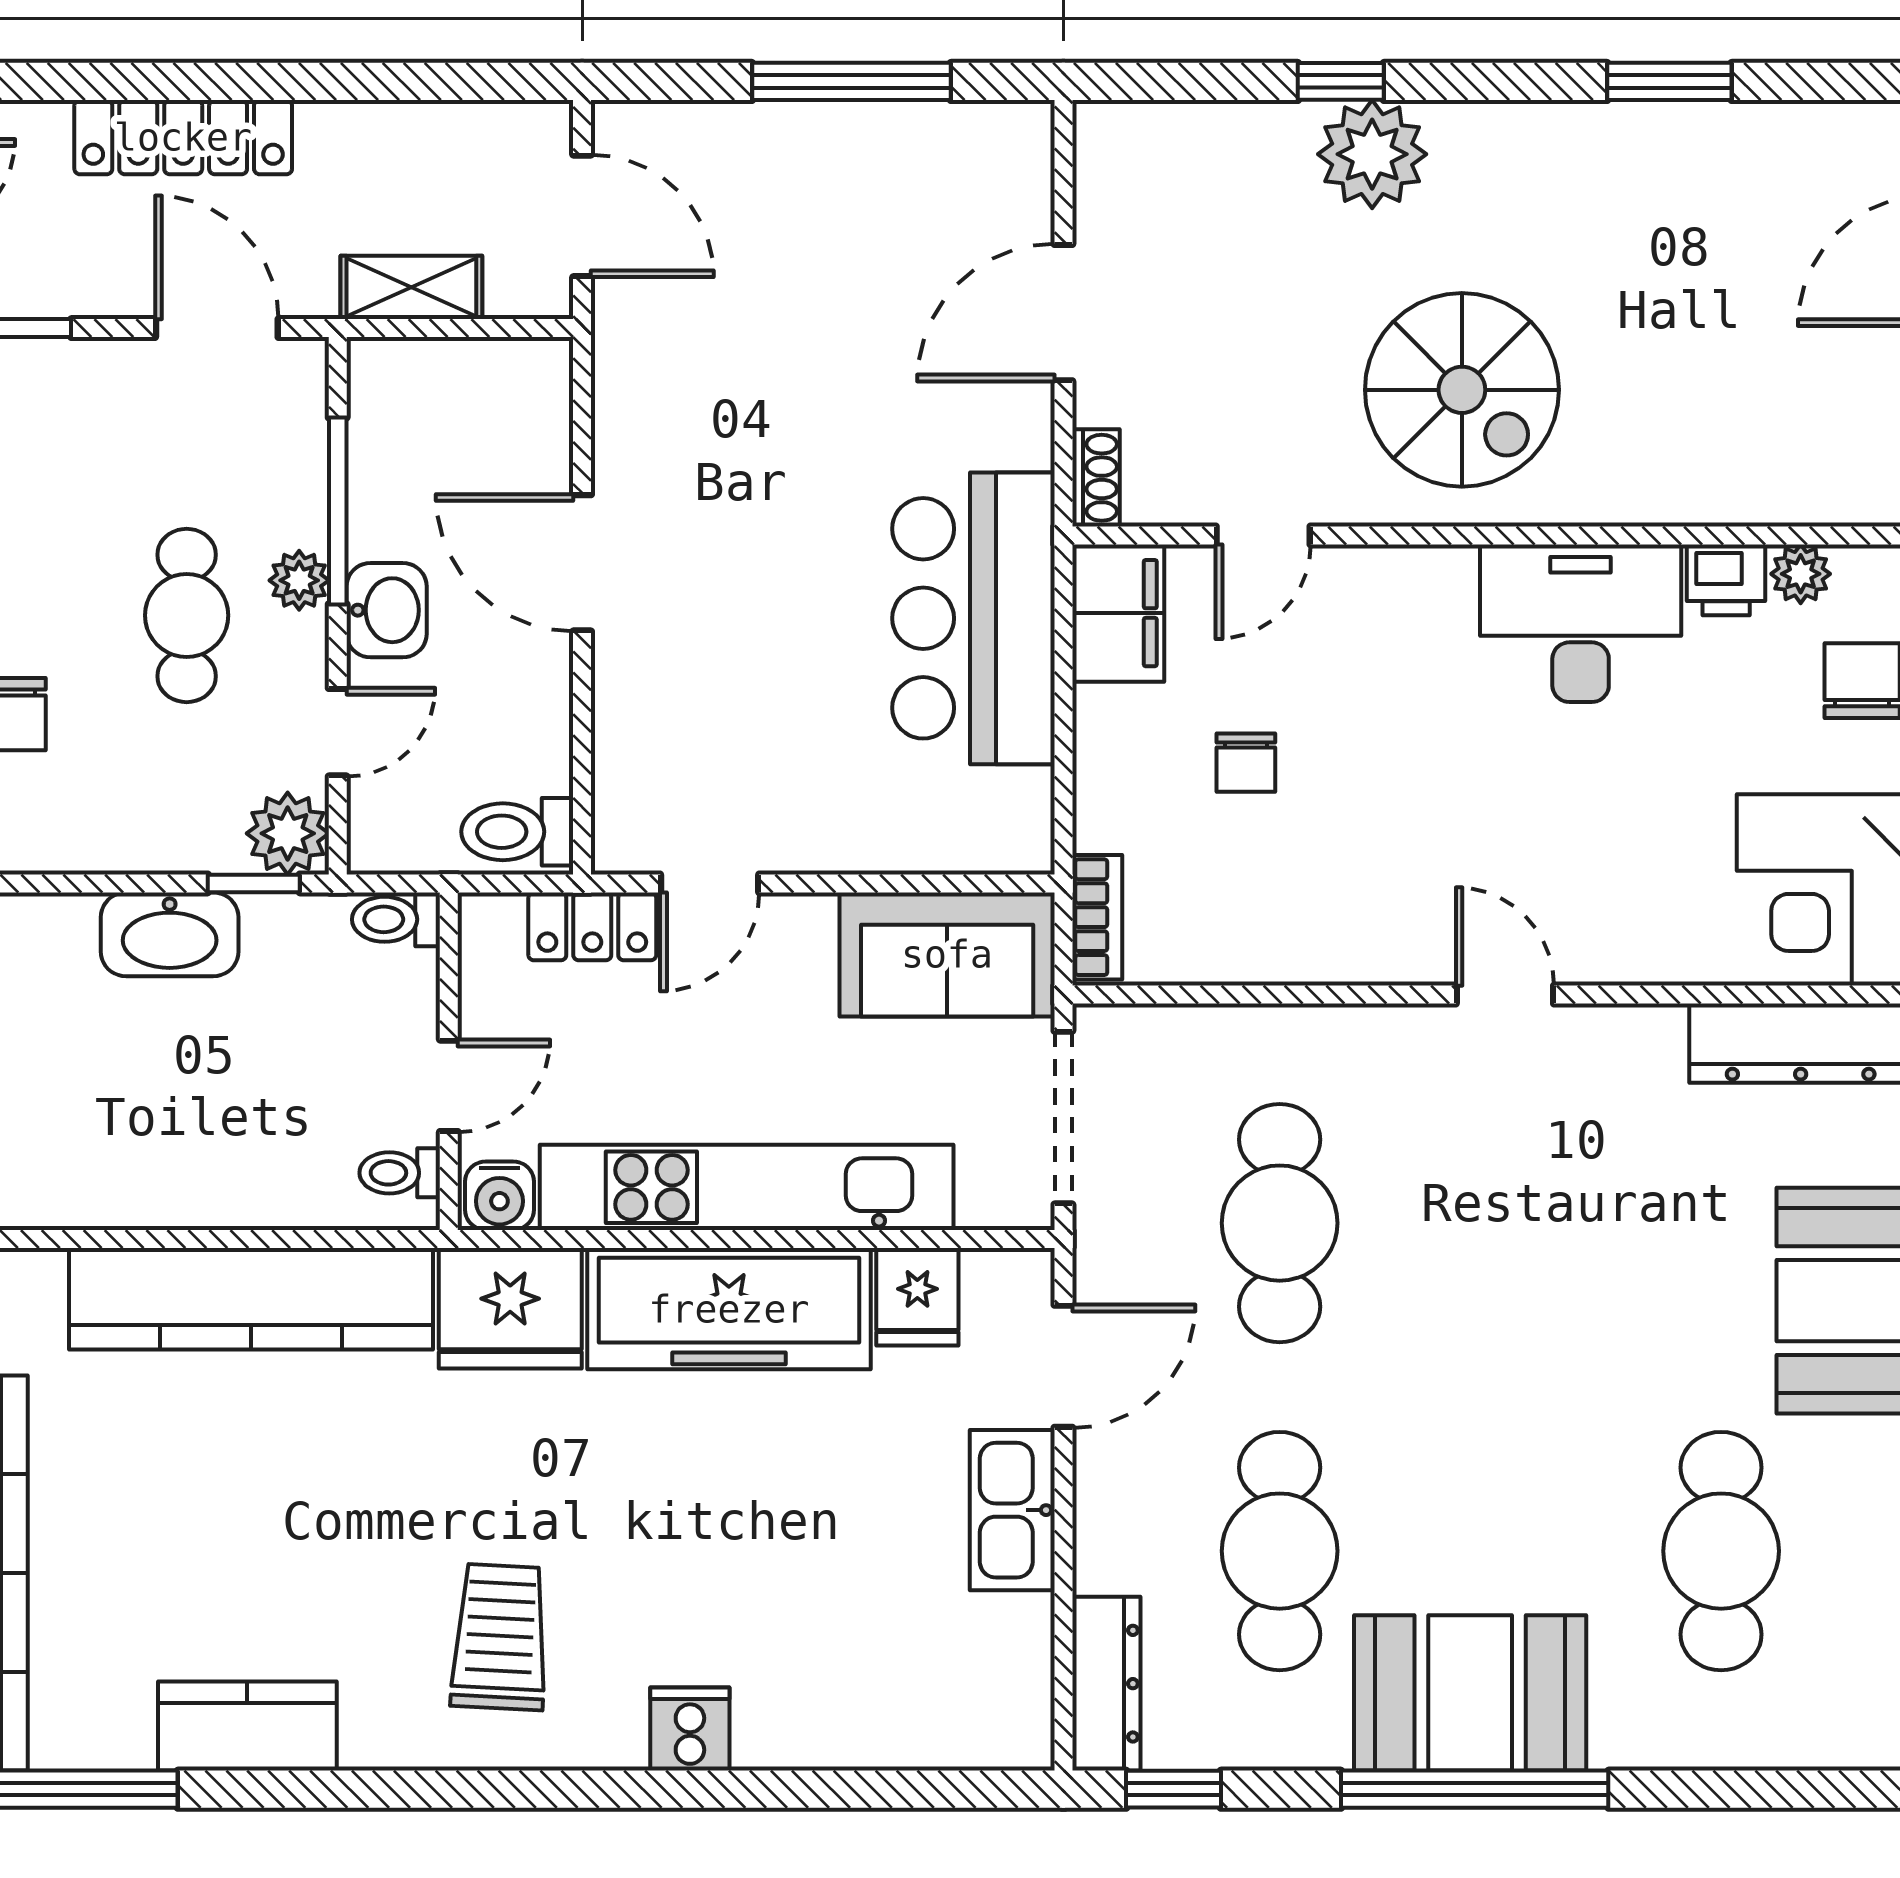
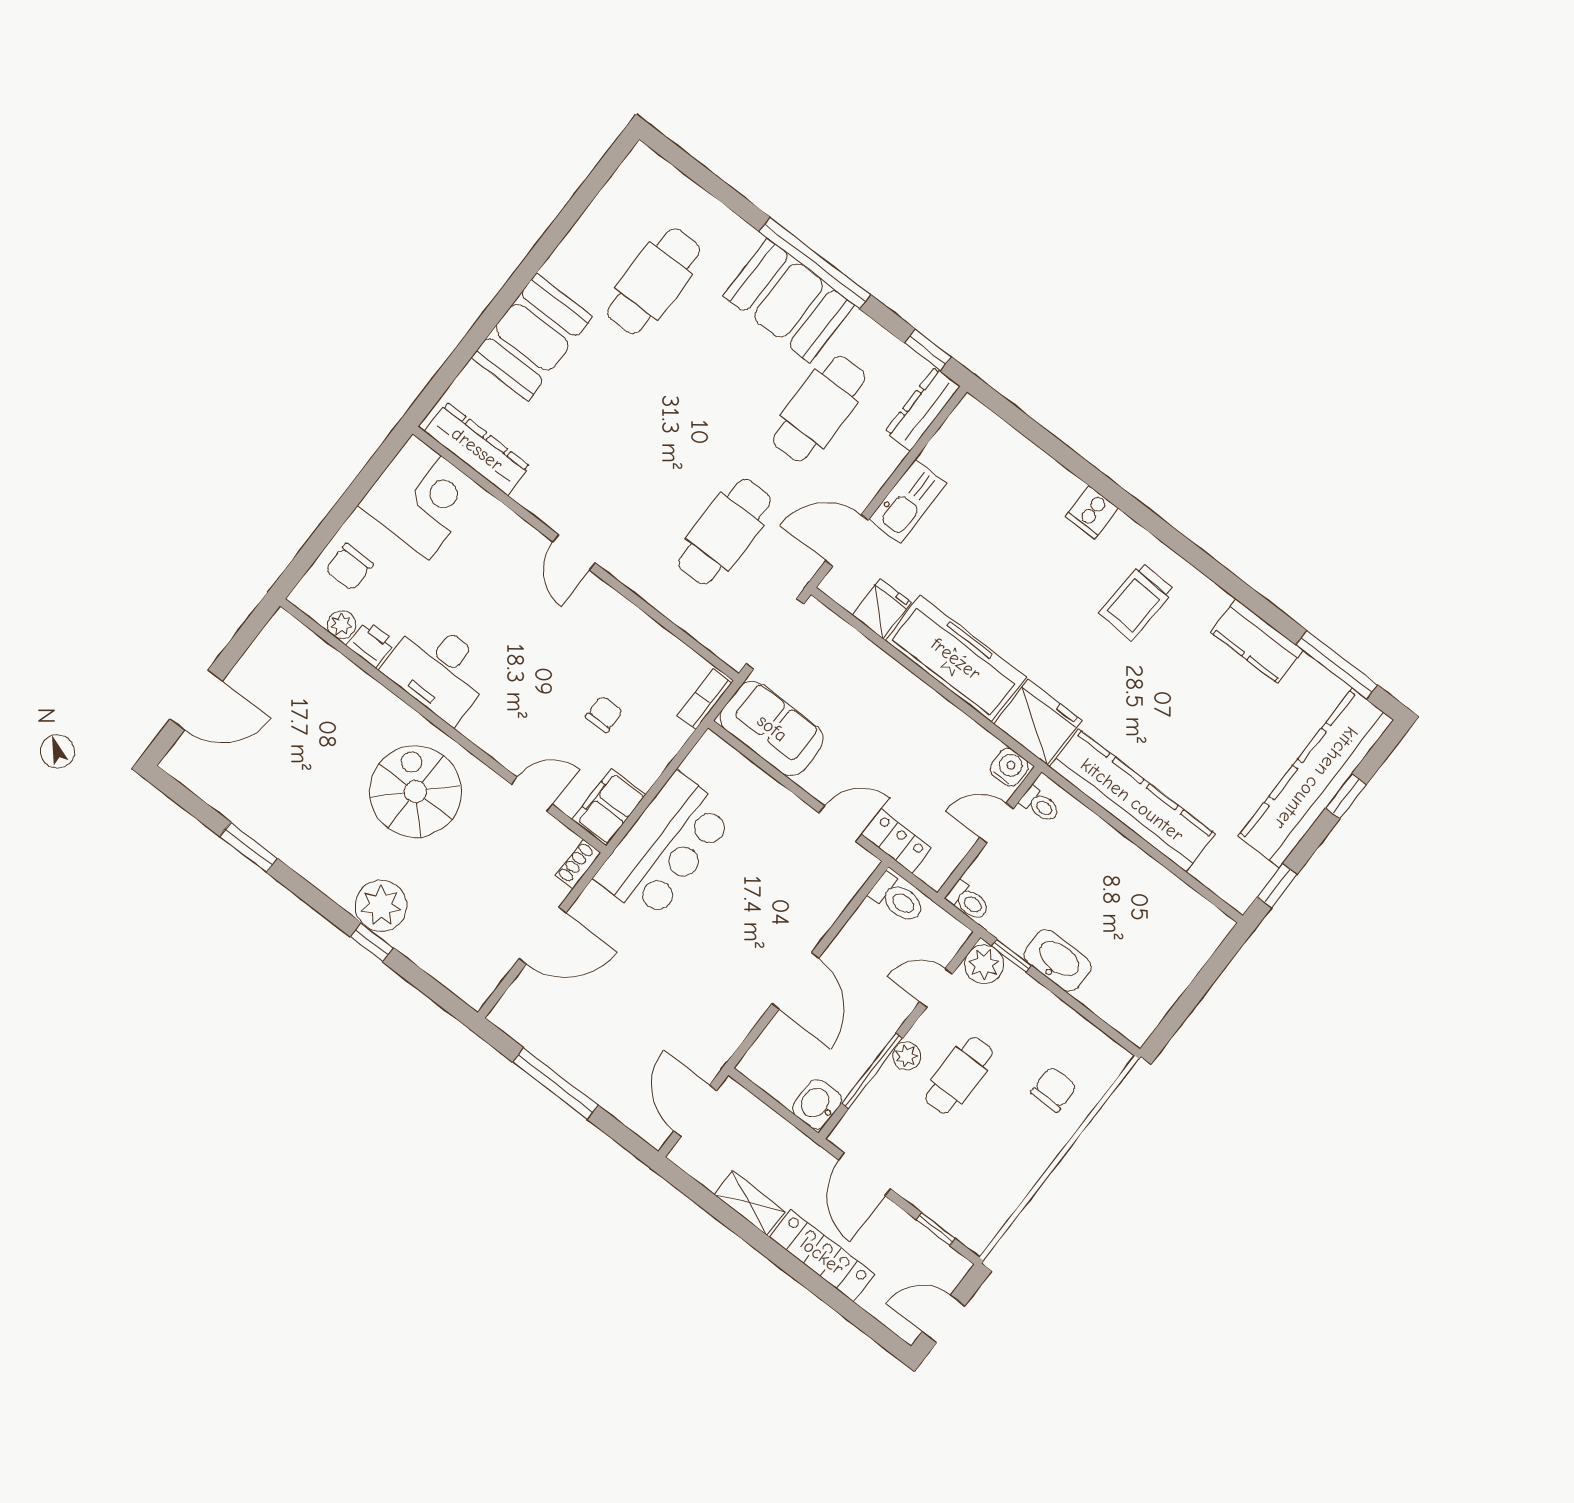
shelving: (411, 287) -> (750, 1203), moved
washbasin: (387, 610) -> (817, 1104), moved
kitchen unit: (747, 1187) -> (914, 699), removed

